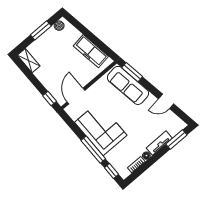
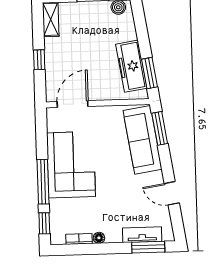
window: (103, 47) -> (149, 73), added
window: (50, 99) -> (39, 60), moved
tv unit: (159, 143) -> (142, 235), moved

